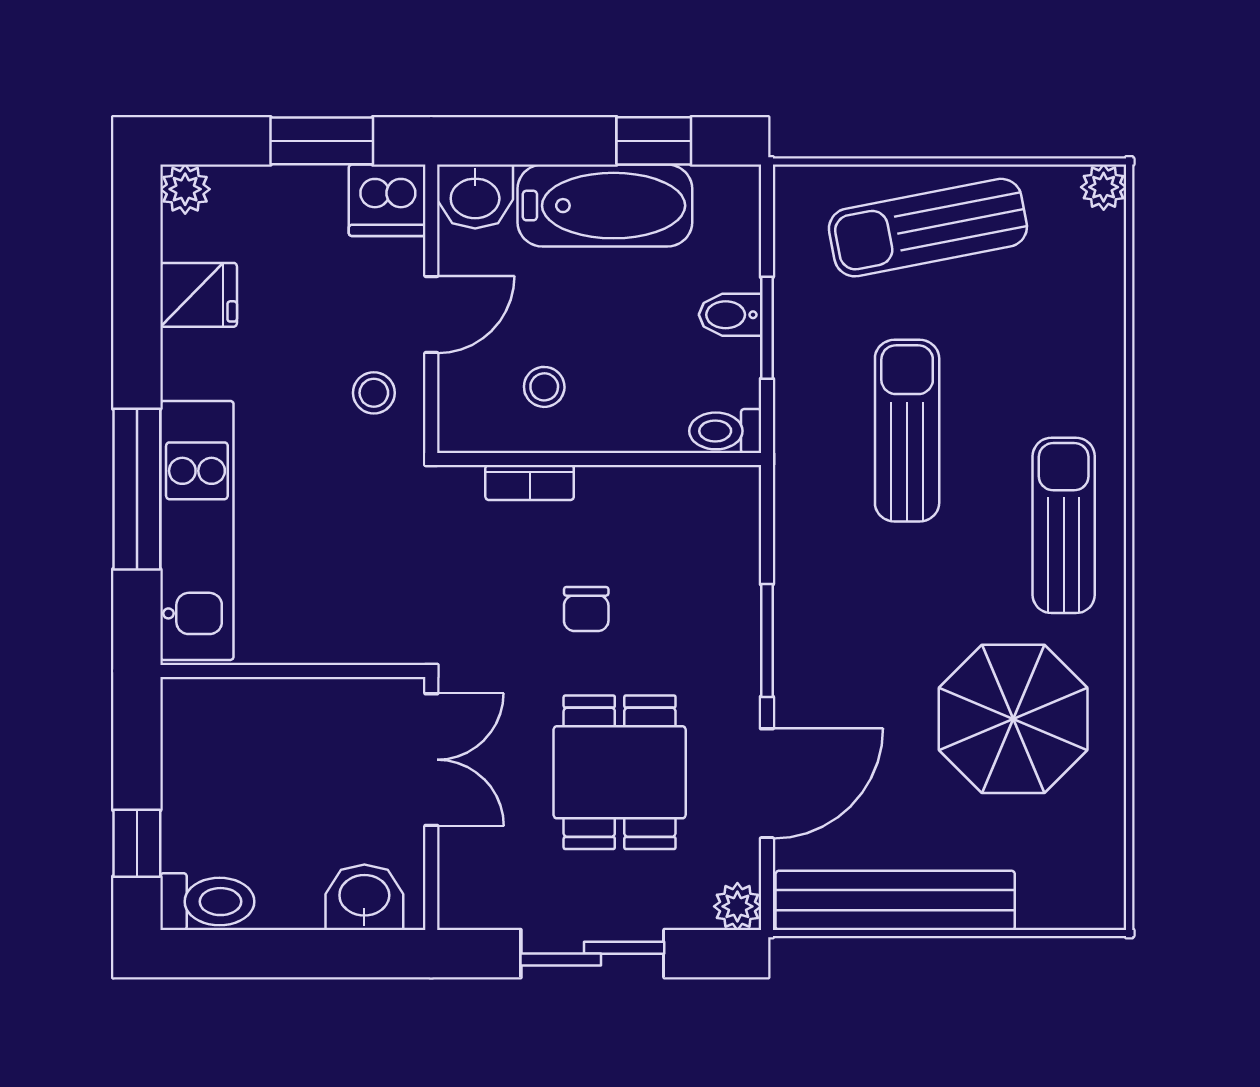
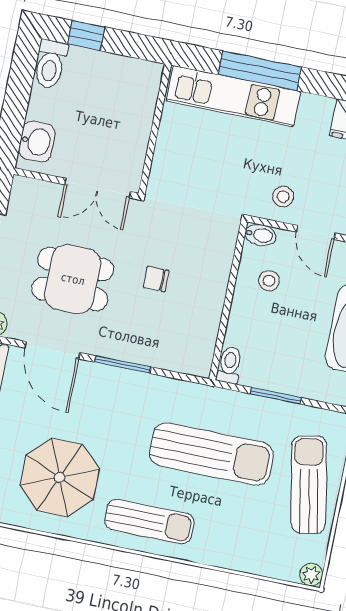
bidet: (730, 315) -> (260, 235), moved, turned 90
sun lounger: (907, 431) -> (211, 454), width x1.36, depth x1.34
bookcase: (530, 482) -> (224, 264), removed

